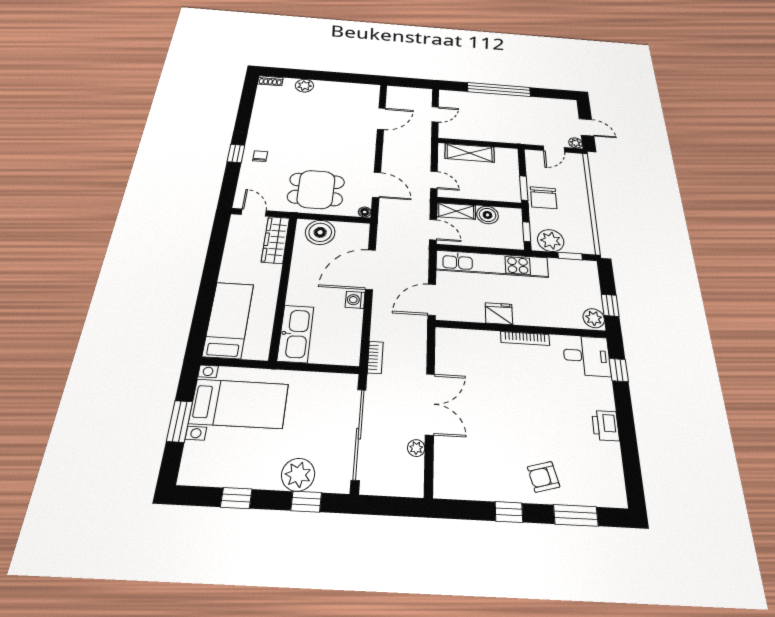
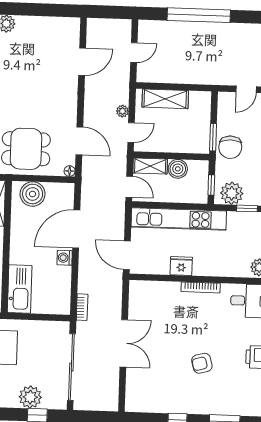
door: (434, 180) -> (131, 132), hinge flipped
door: (432, 300) -> (127, 255), hinge flipped
plant: (416, 448) -> (122, 111), moved
armchair: (544, 477) -> (202, 363), moved

